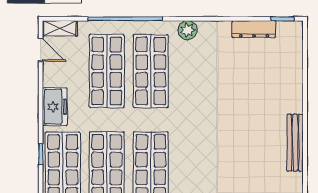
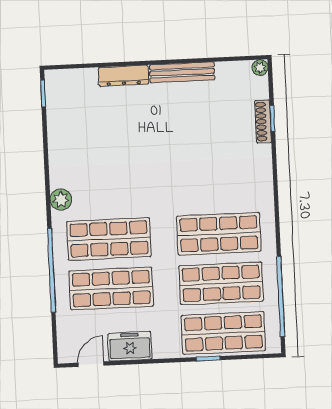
shelving: (60, 28) -> (66, 344), removed
dresser: (254, 29) -> (124, 76), moved, turned 90
freezer: (55, 107) -> (130, 346), moved

